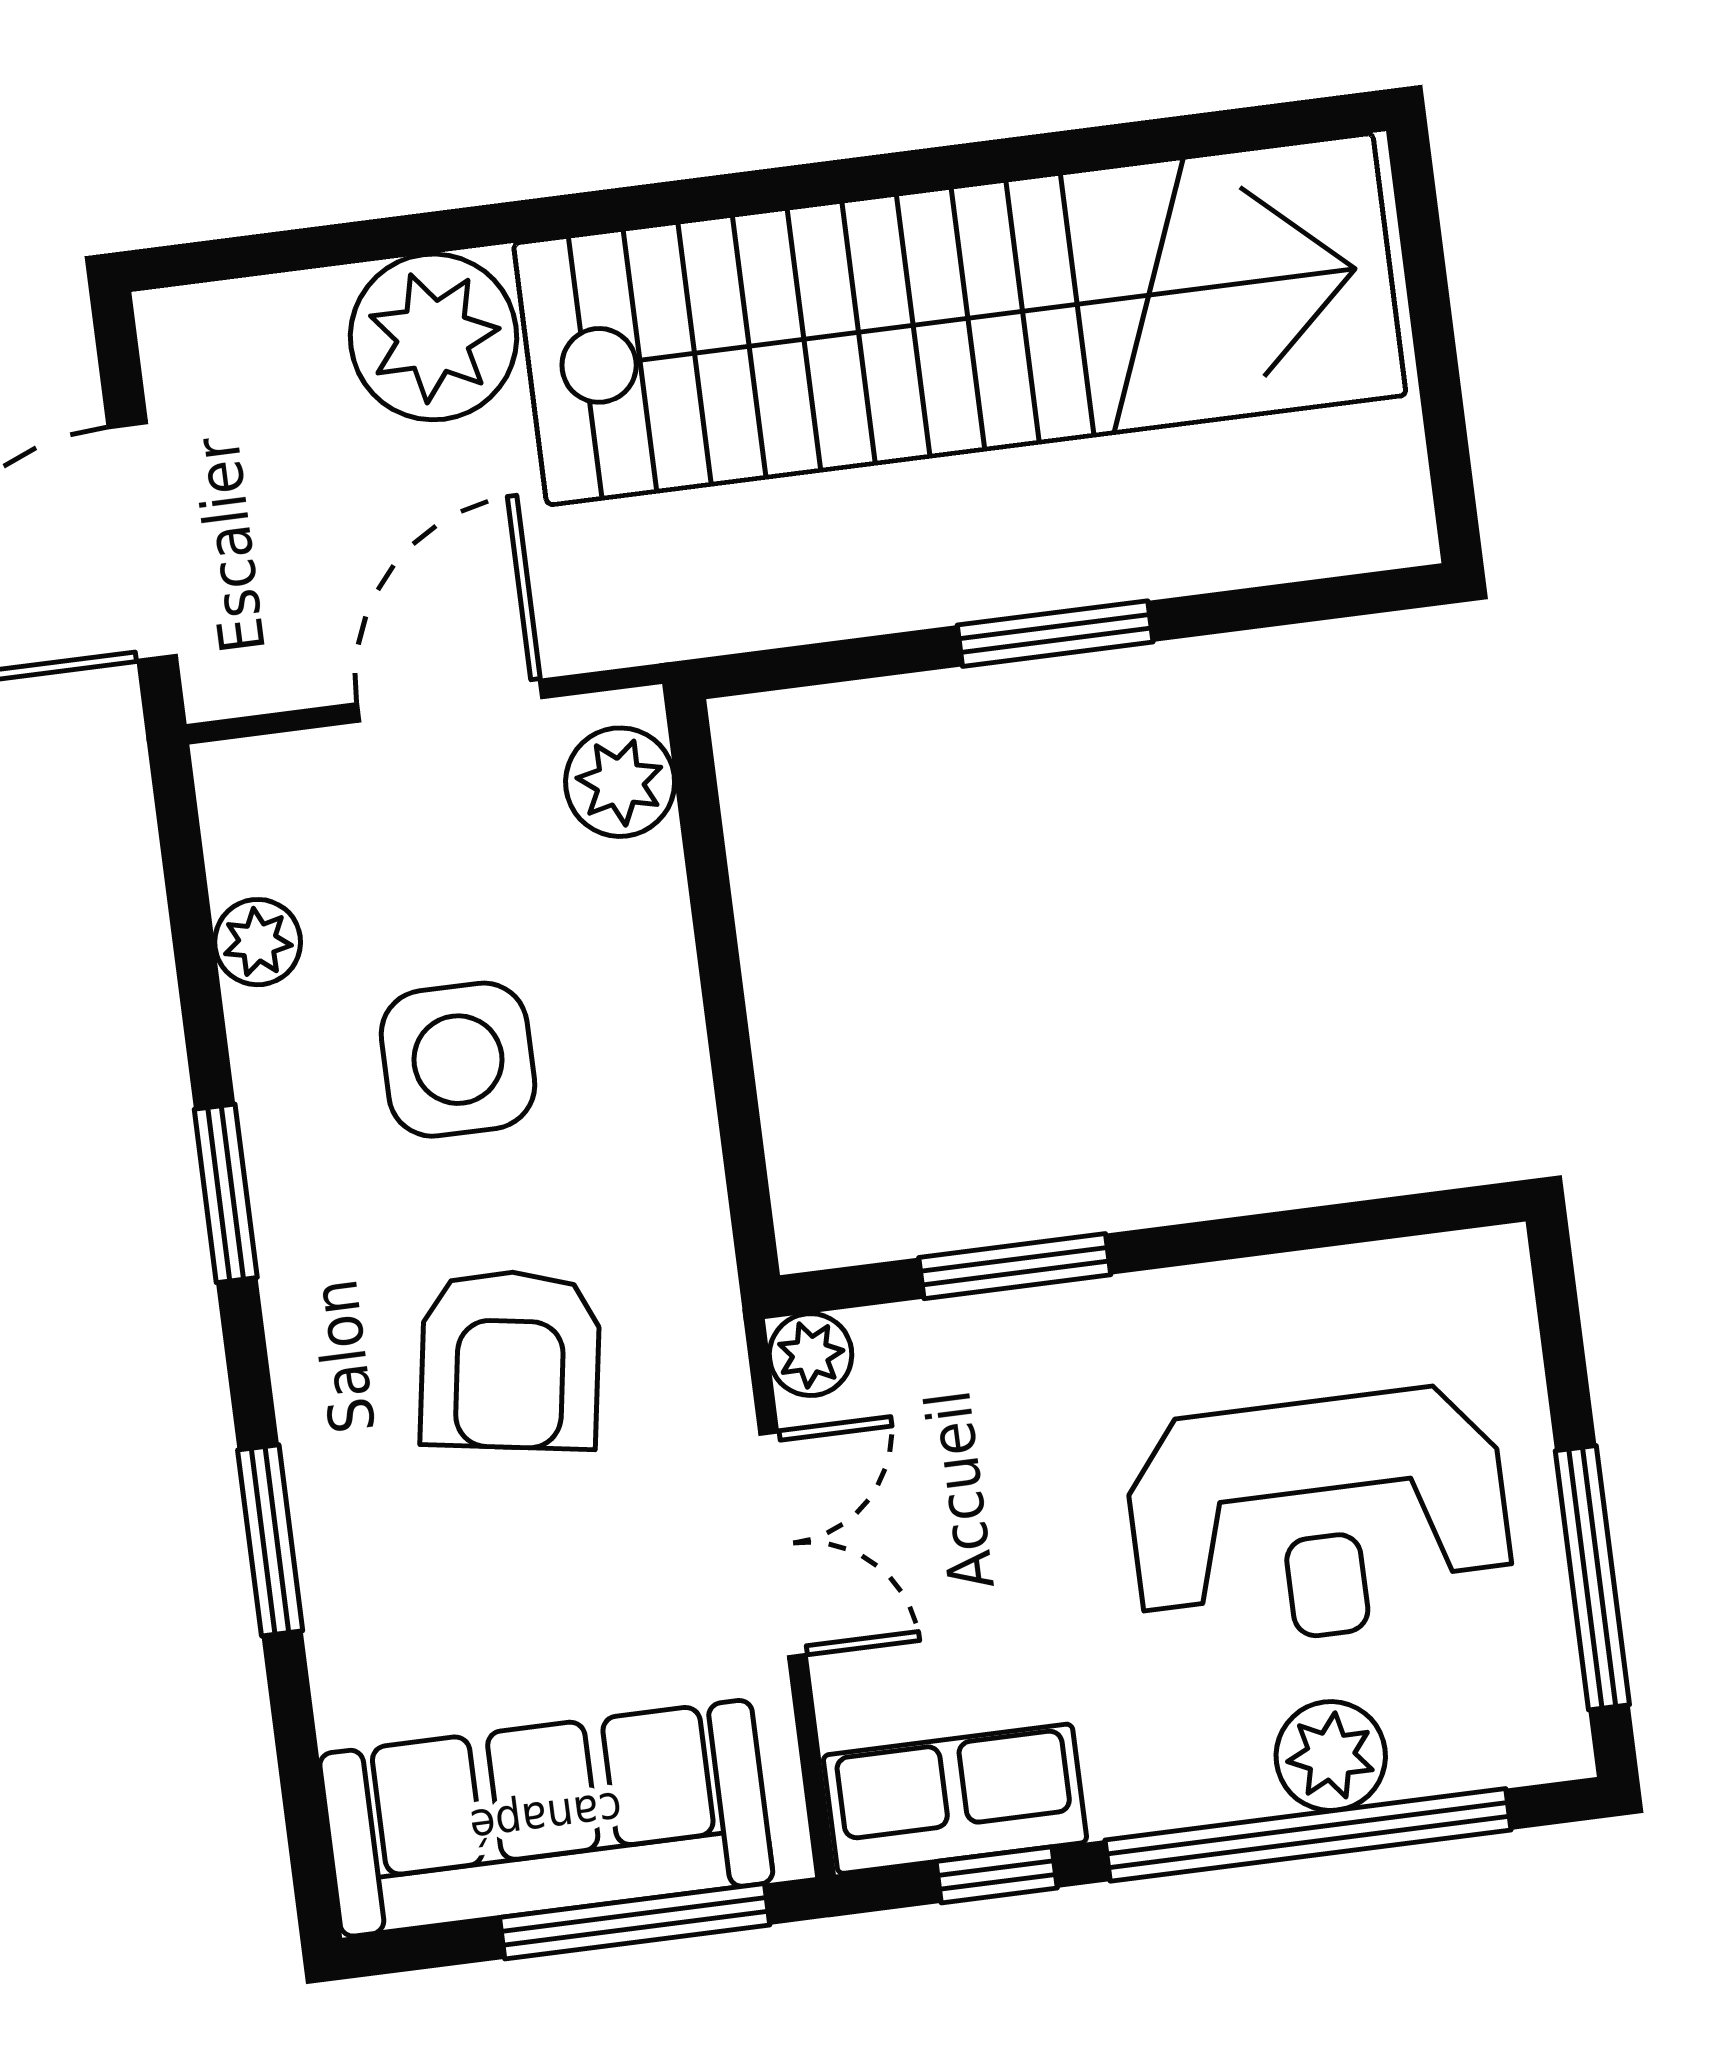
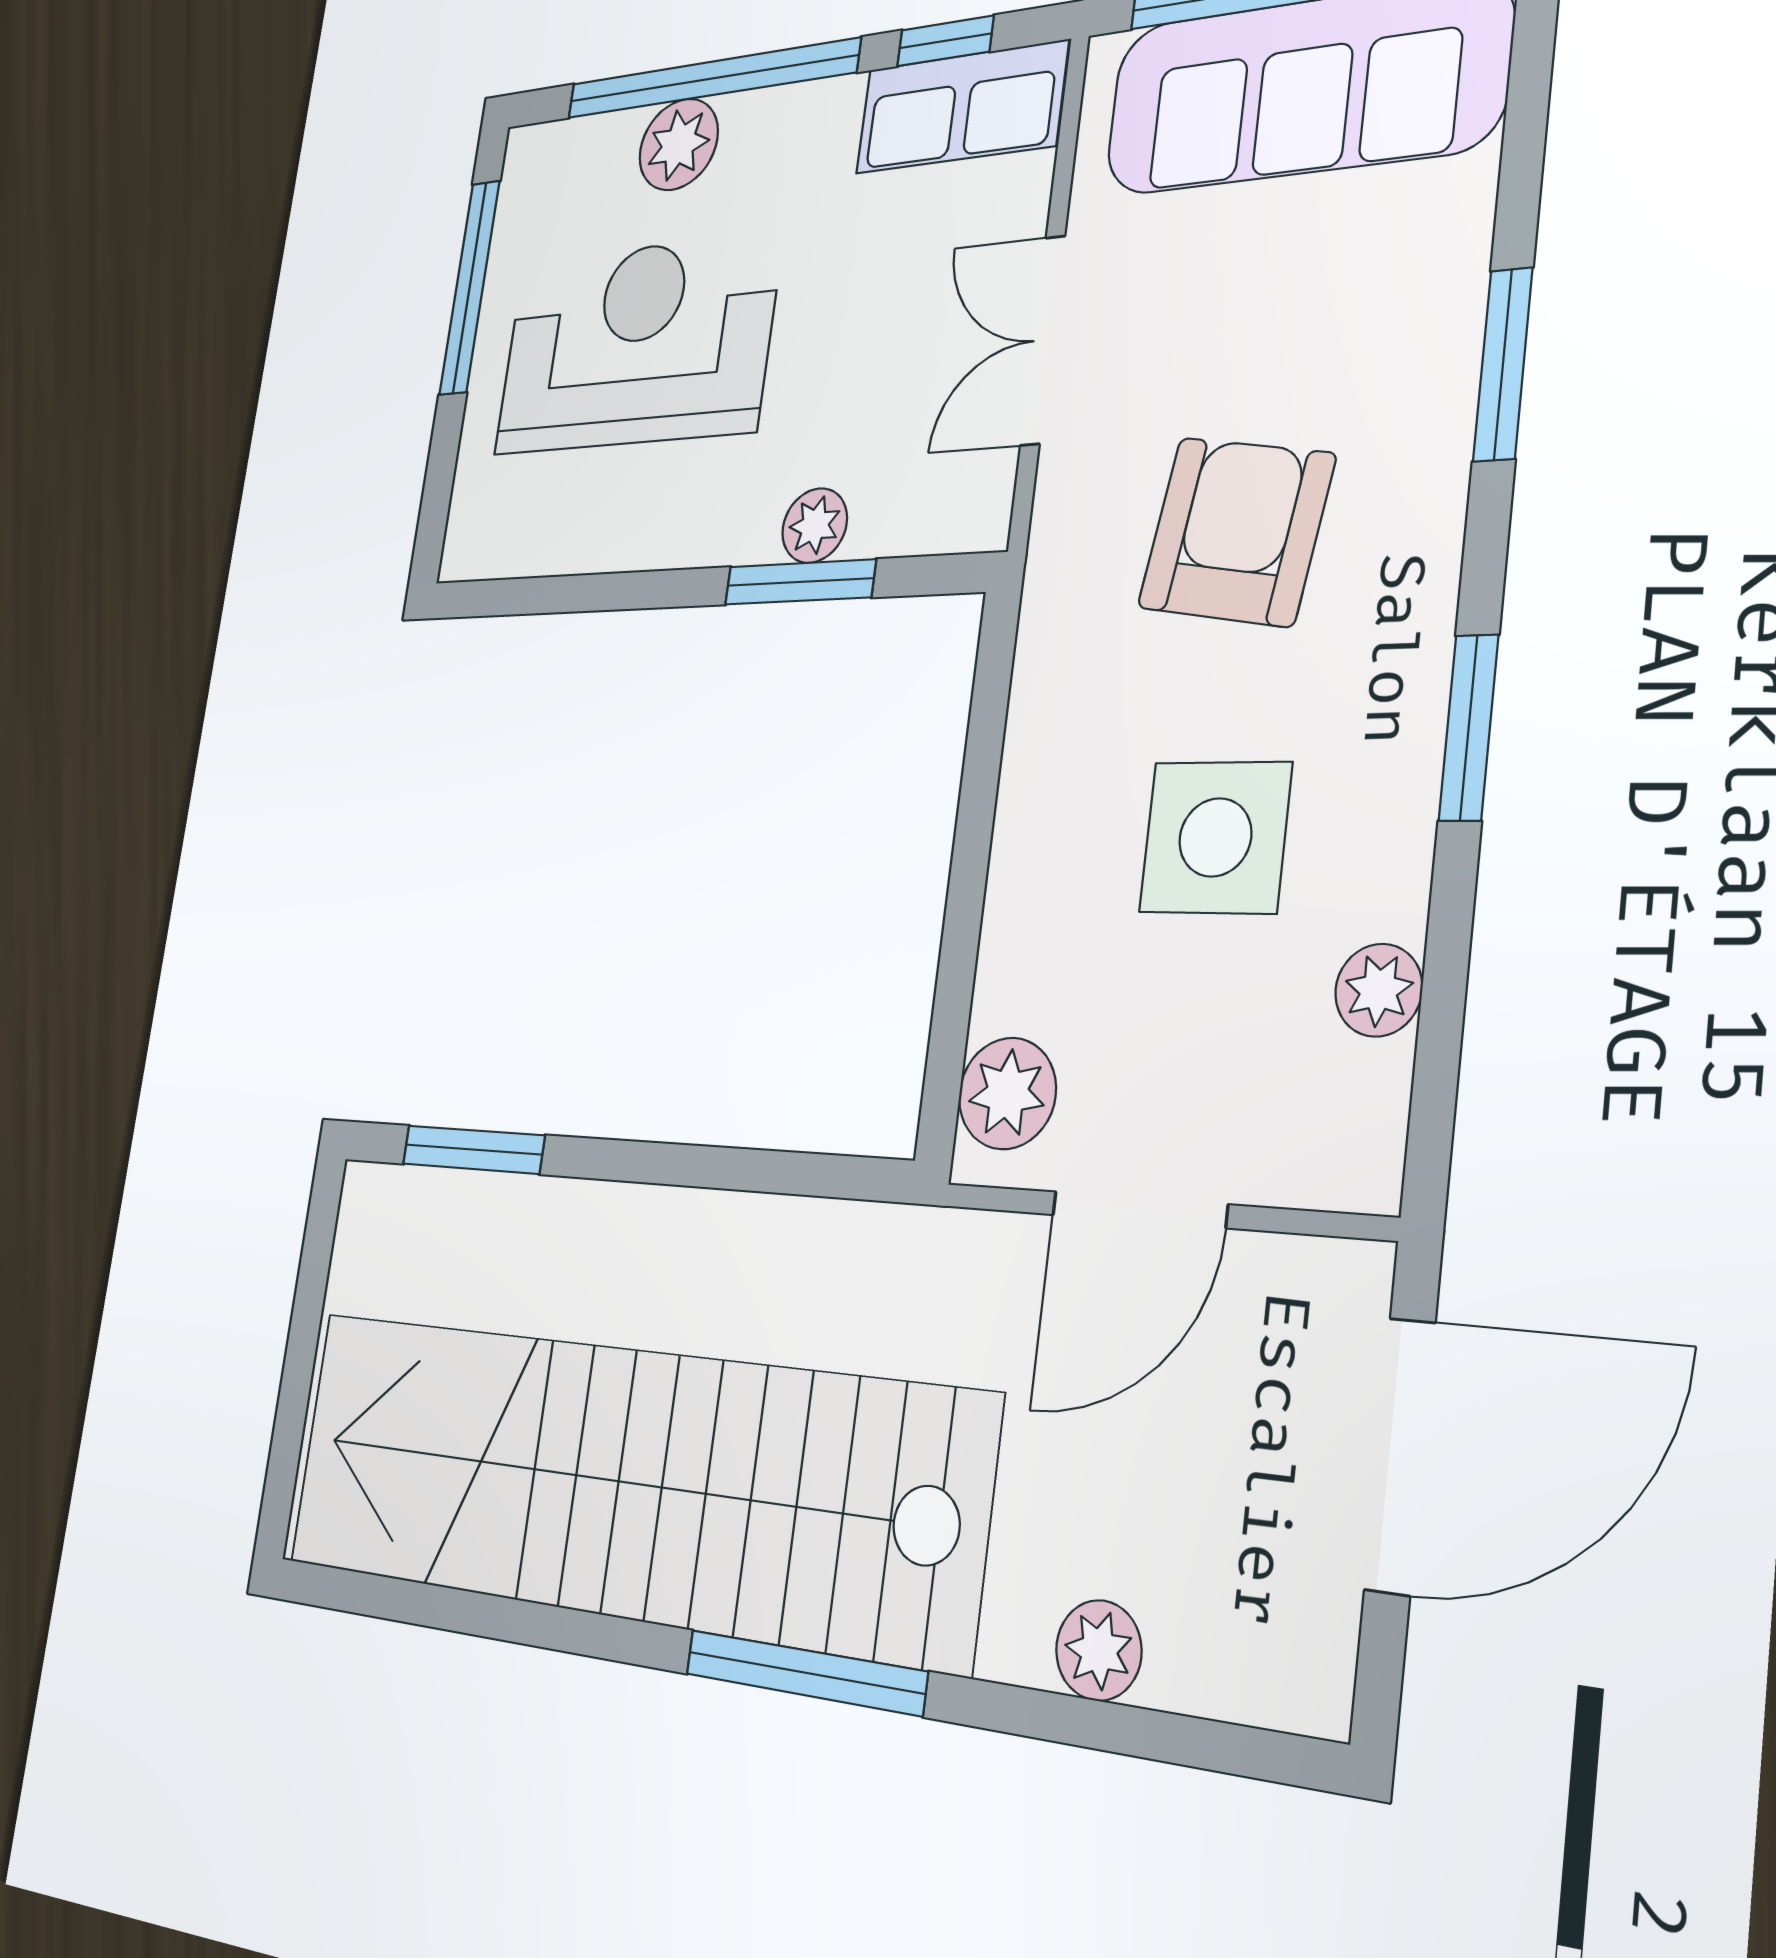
window: (695, 199) -> (805, 1673), added
plant: (433, 337) -> (1099, 1650), width x0.53, depth x0.53
window: (1055, 634) -> (473, 1150), moved
plant: (811, 1355) -> (815, 526), moved

